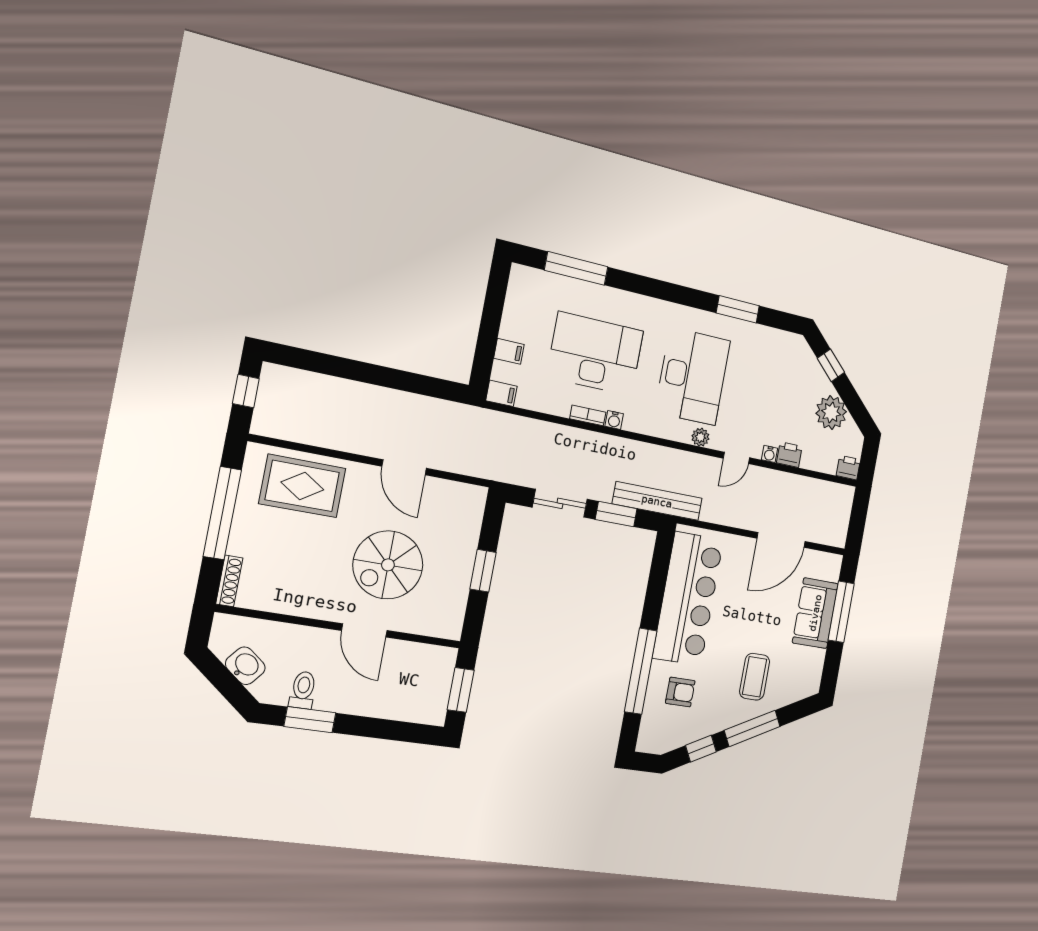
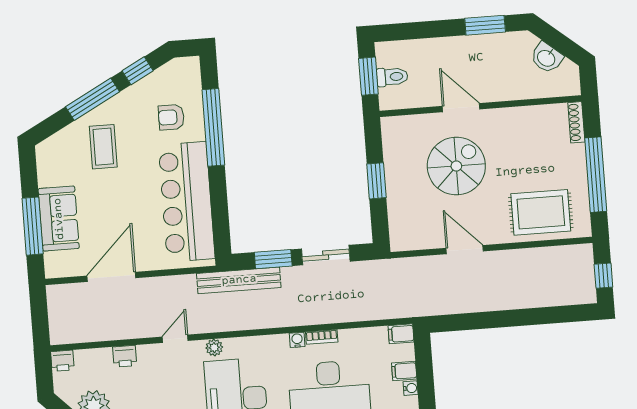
water cooler: (769, 454) -> (411, 388), moved, turned 90
toilet: (303, 690) -> (392, 77), moved, turned -90

